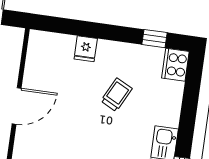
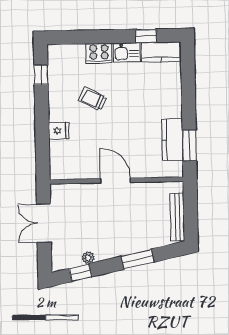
cooker: (175, 65) -> (99, 53), moved

